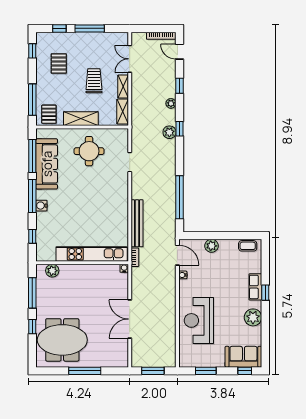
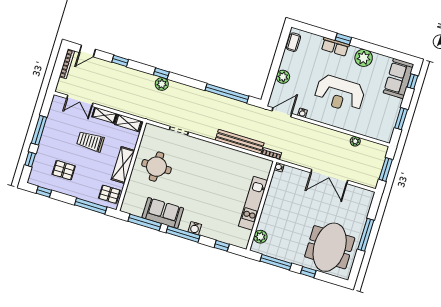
plant: (171, 103) -> (355, 141), moved
sofa: (47, 164) -> (163, 213), width x0.73
kitchen unit: (92, 254) -> (253, 203), width x0.73
reception desk: (199, 320) -> (340, 94), moved

